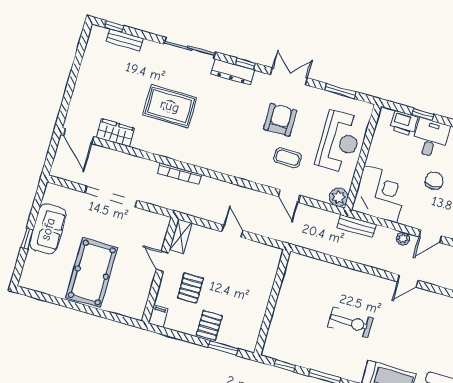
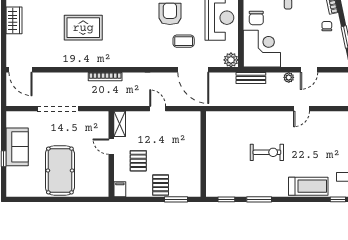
wardrobe: (115, 133) -> (14, 20), moved, turned 90
chair: (434, 181) -> (256, 18), moved, turned 180
door: (289, 196) -> (193, 70), width x1.88

